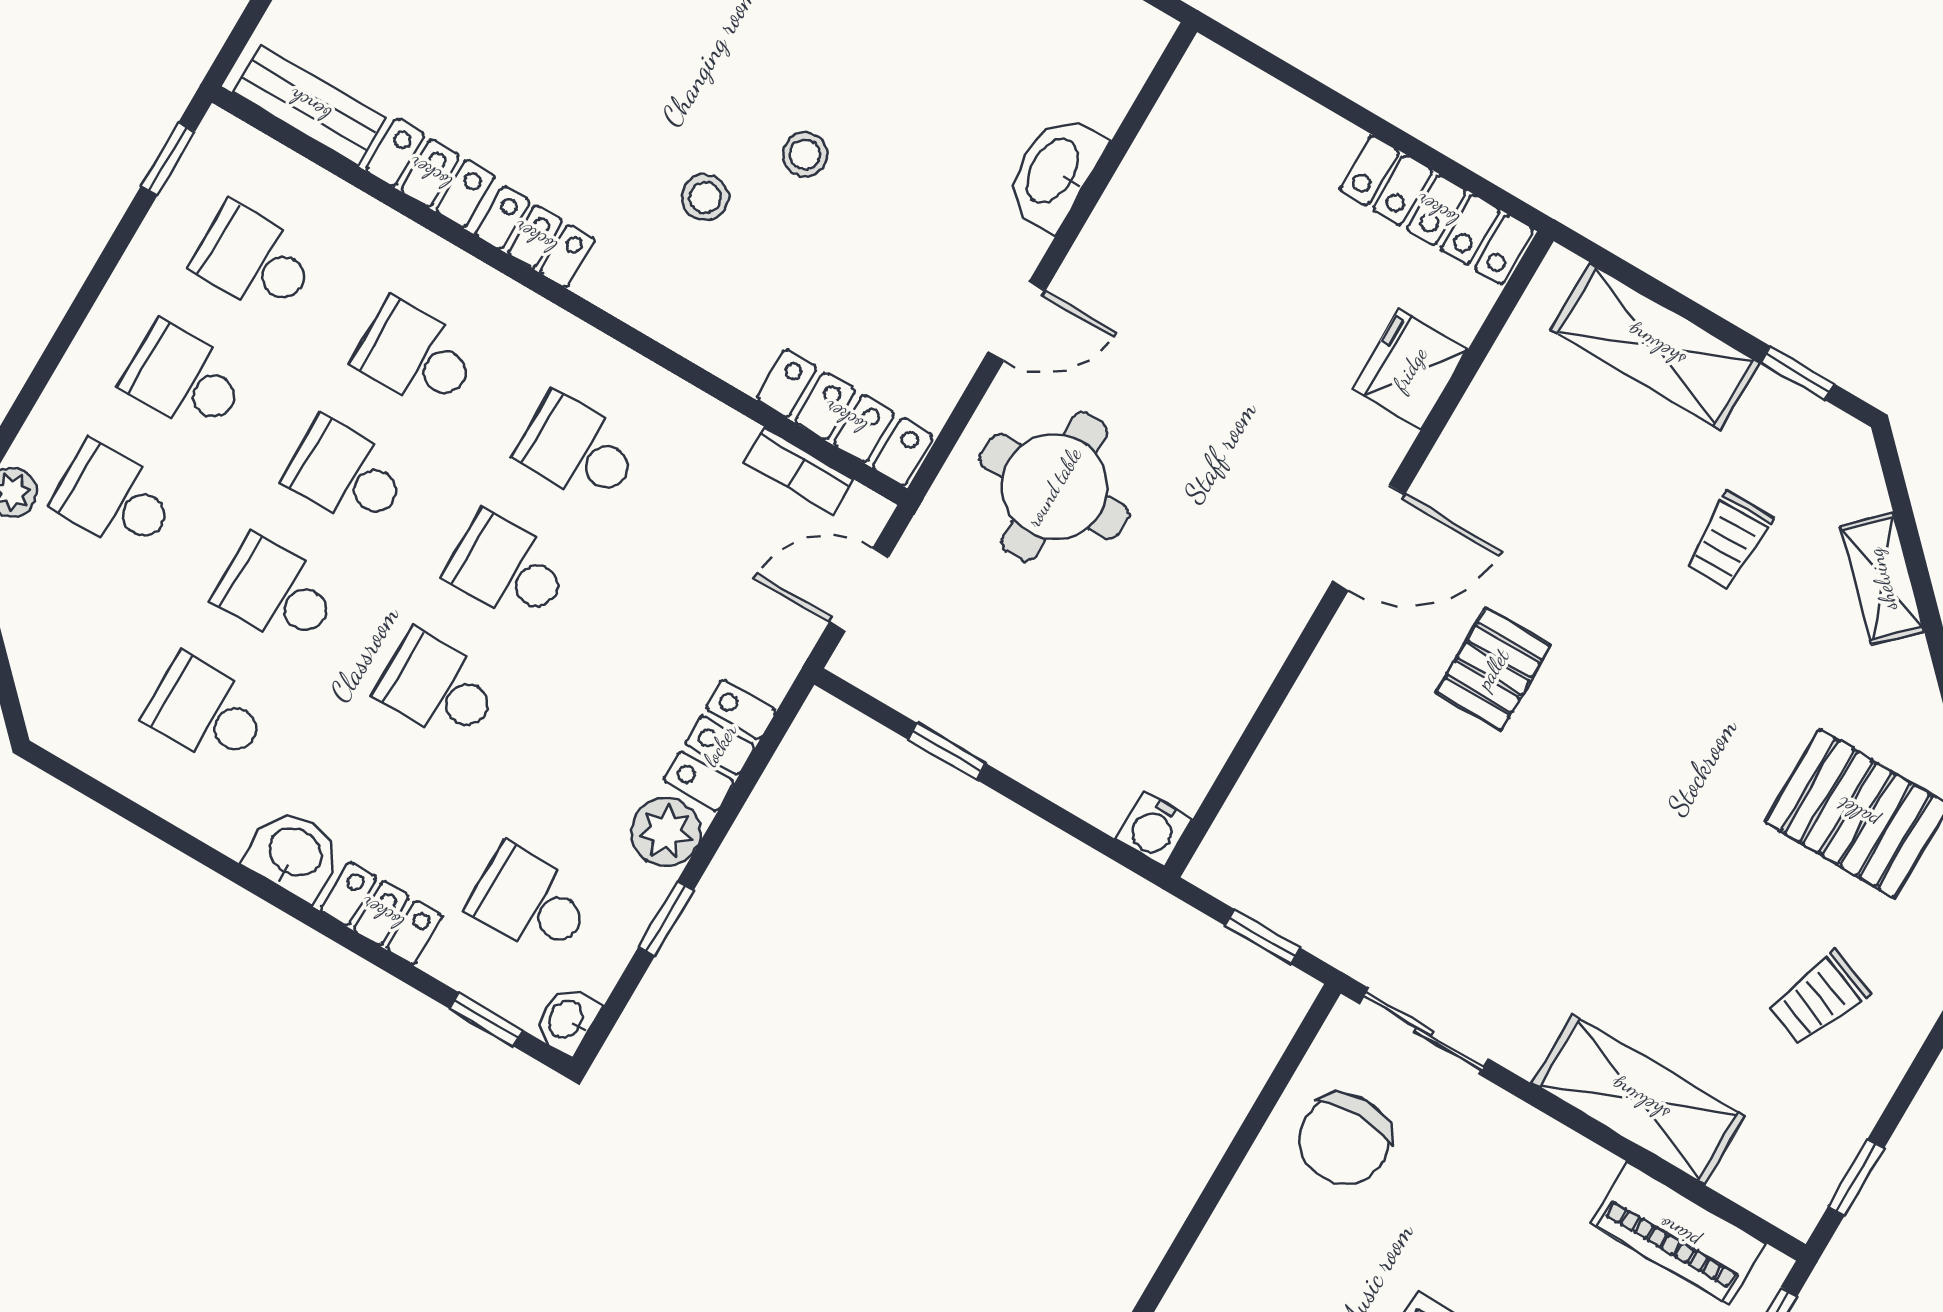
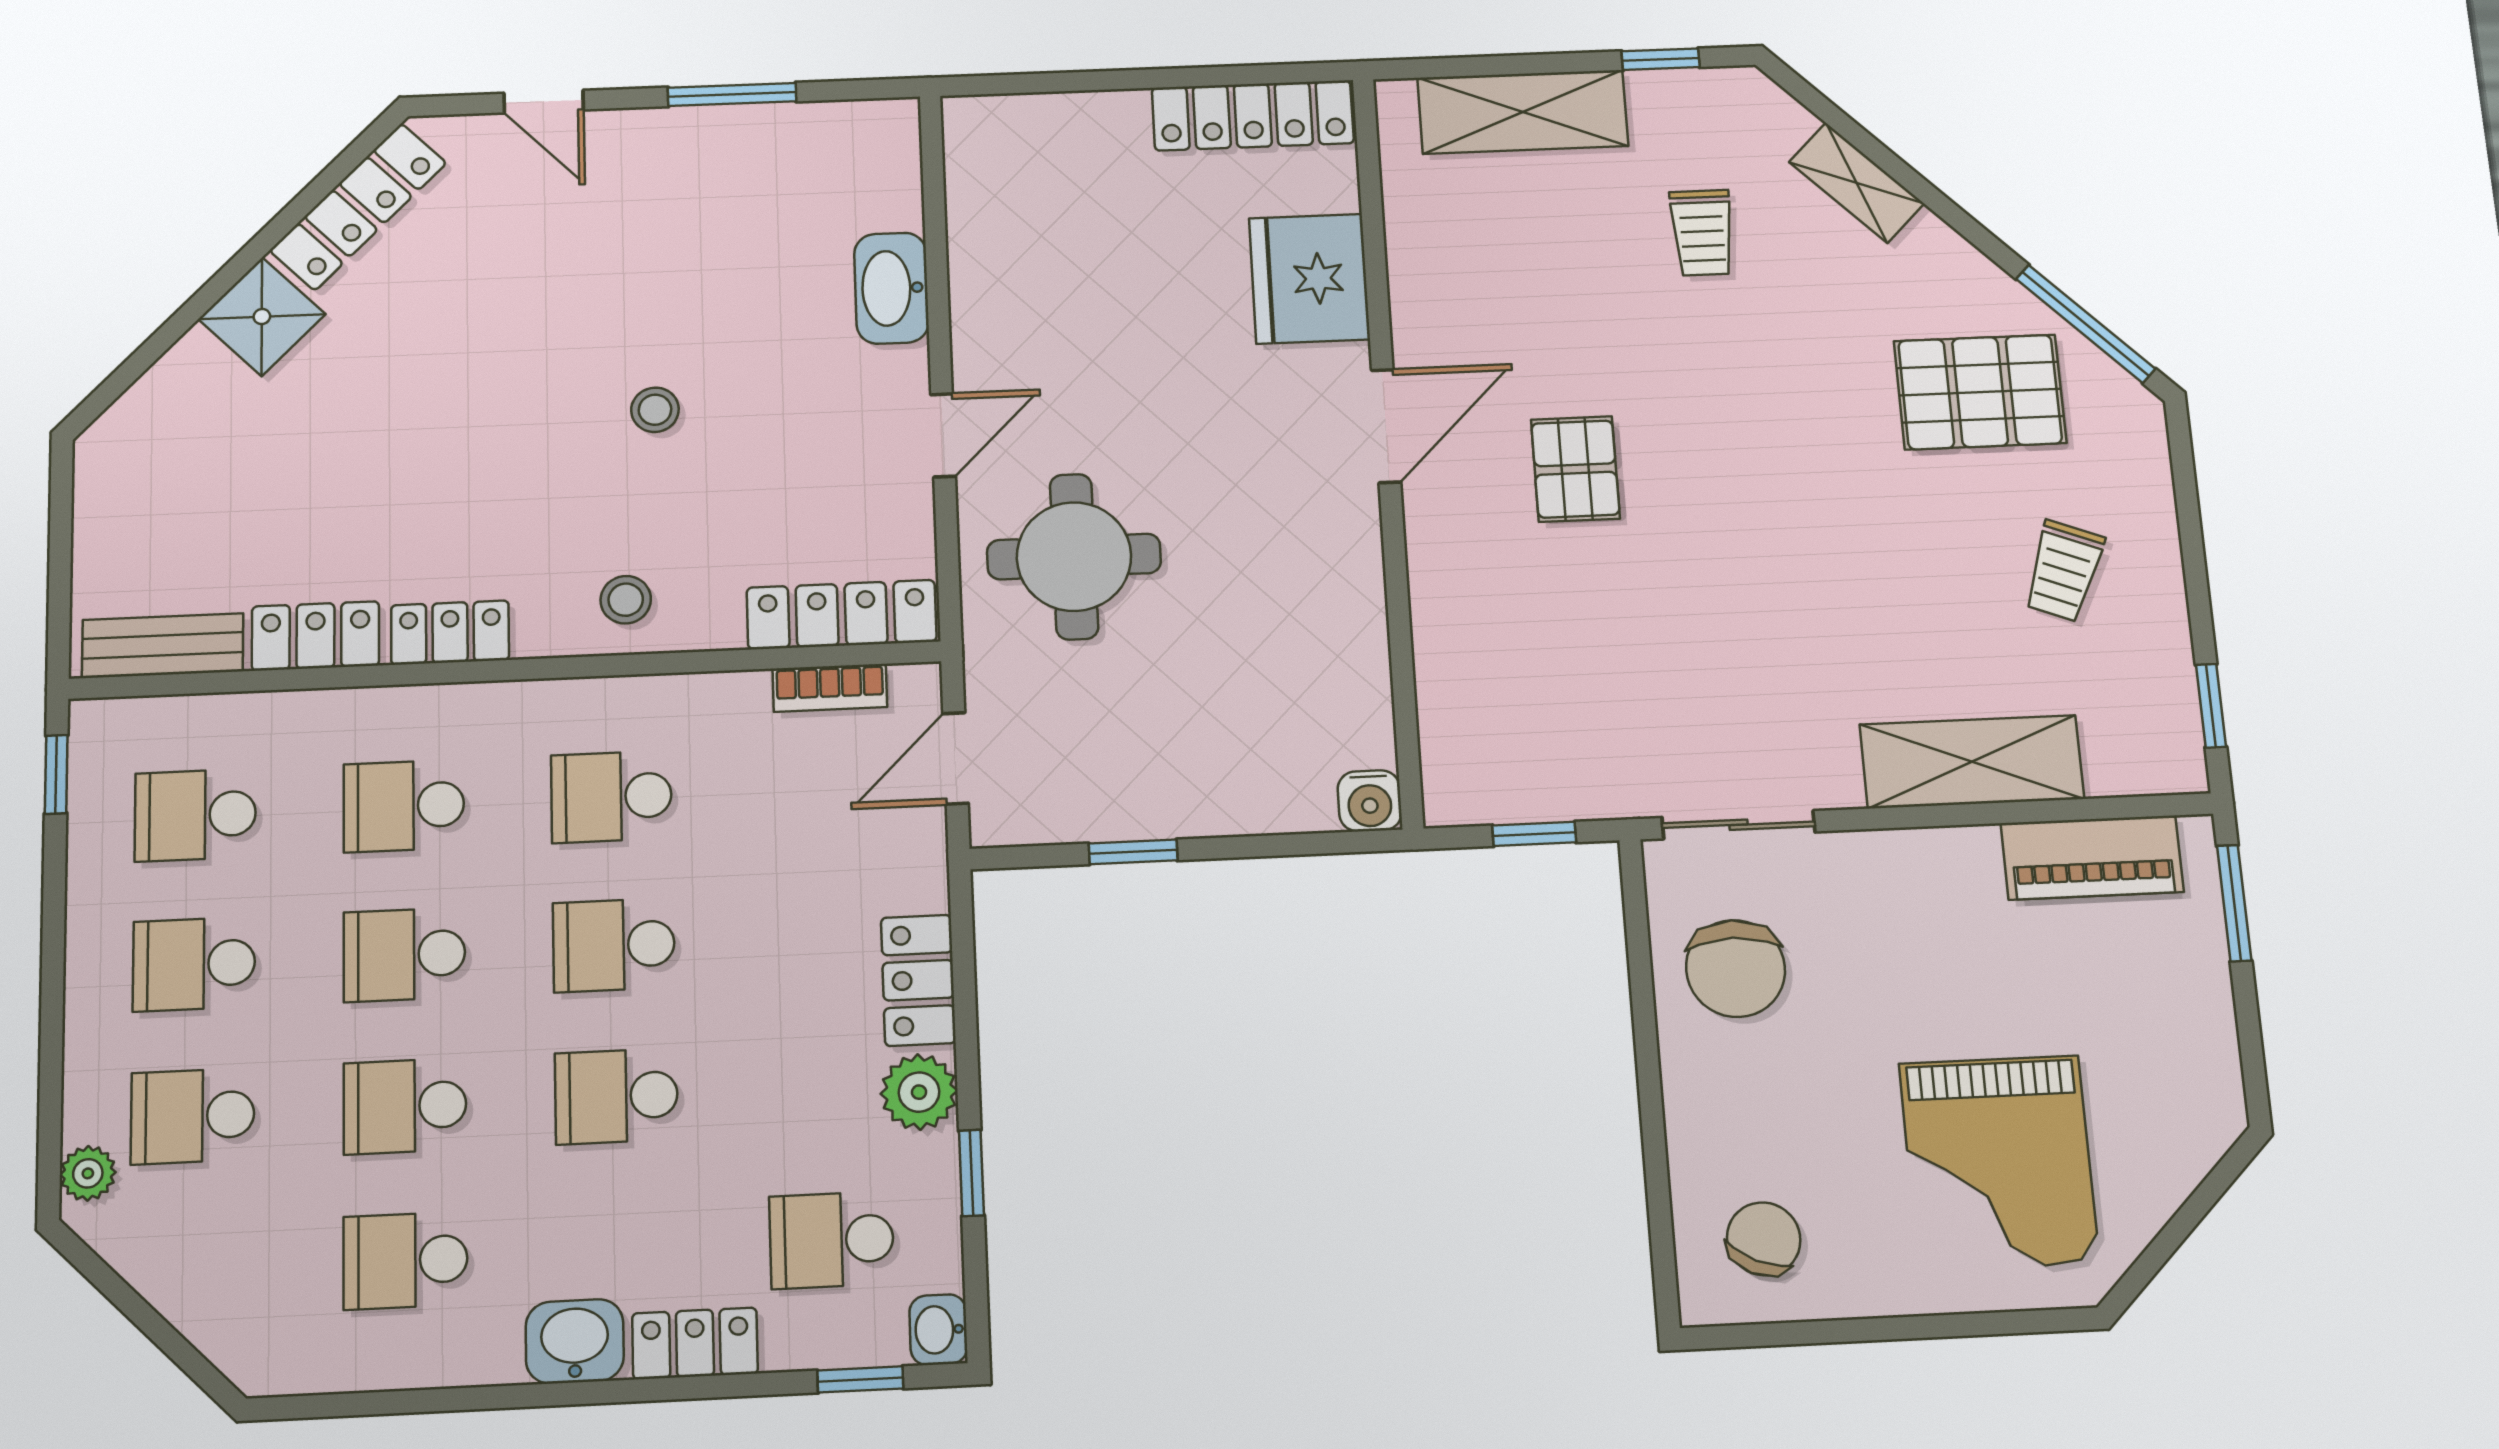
stool: (705, 197) -> (626, 600), moved
fridge: (1410, 369) -> (1309, 279), width x1.36, depth x1.34

